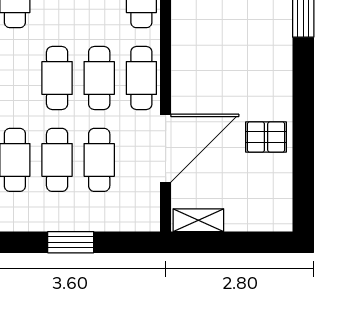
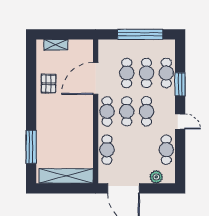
pallet: (266, 137) -> (49, 84), turned 90
shelving: (198, 220) -> (56, 45), moved
window: (71, 242) -> (140, 34), width x2.11

